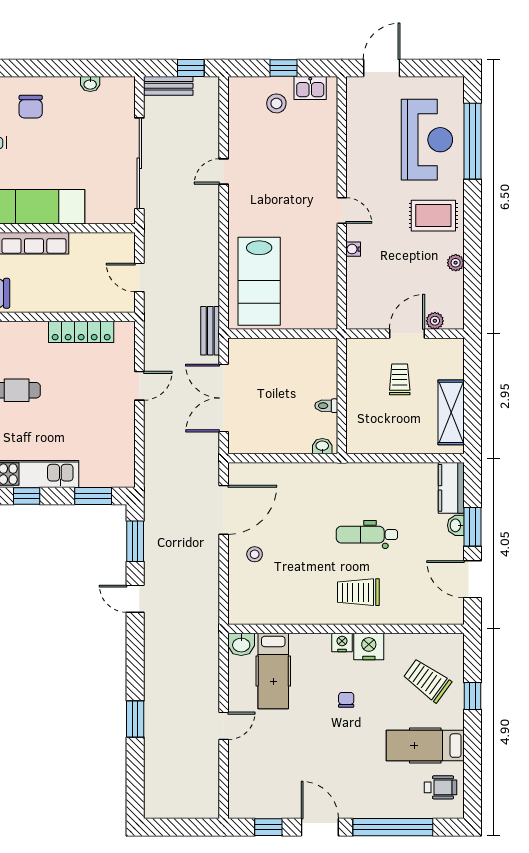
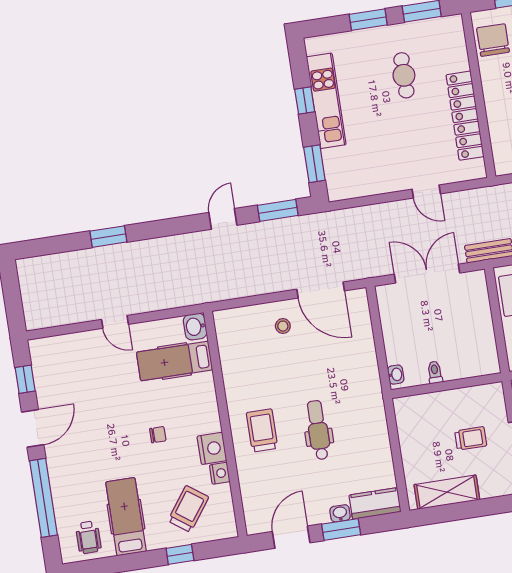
locker: (81, 332) -> (465, 116), width x1.41, depth x1.21
nightstand: (342, 642) -> (220, 473), moved

